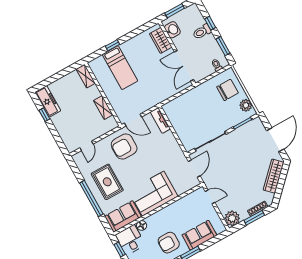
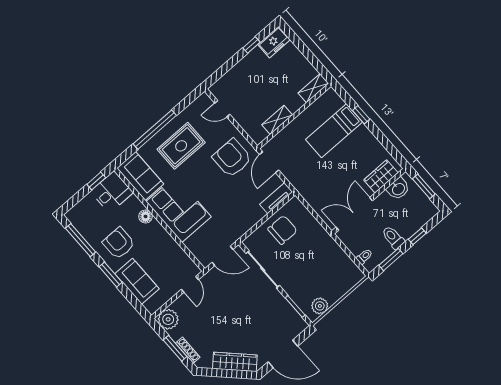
toilet: (202, 32) -> (393, 237), moved
chair: (227, 90) -> (282, 230), moved, turned -90
freezer: (48, 101) -> (274, 42), width x0.71
floor lamp: (142, 225) -> (146, 216), moved

